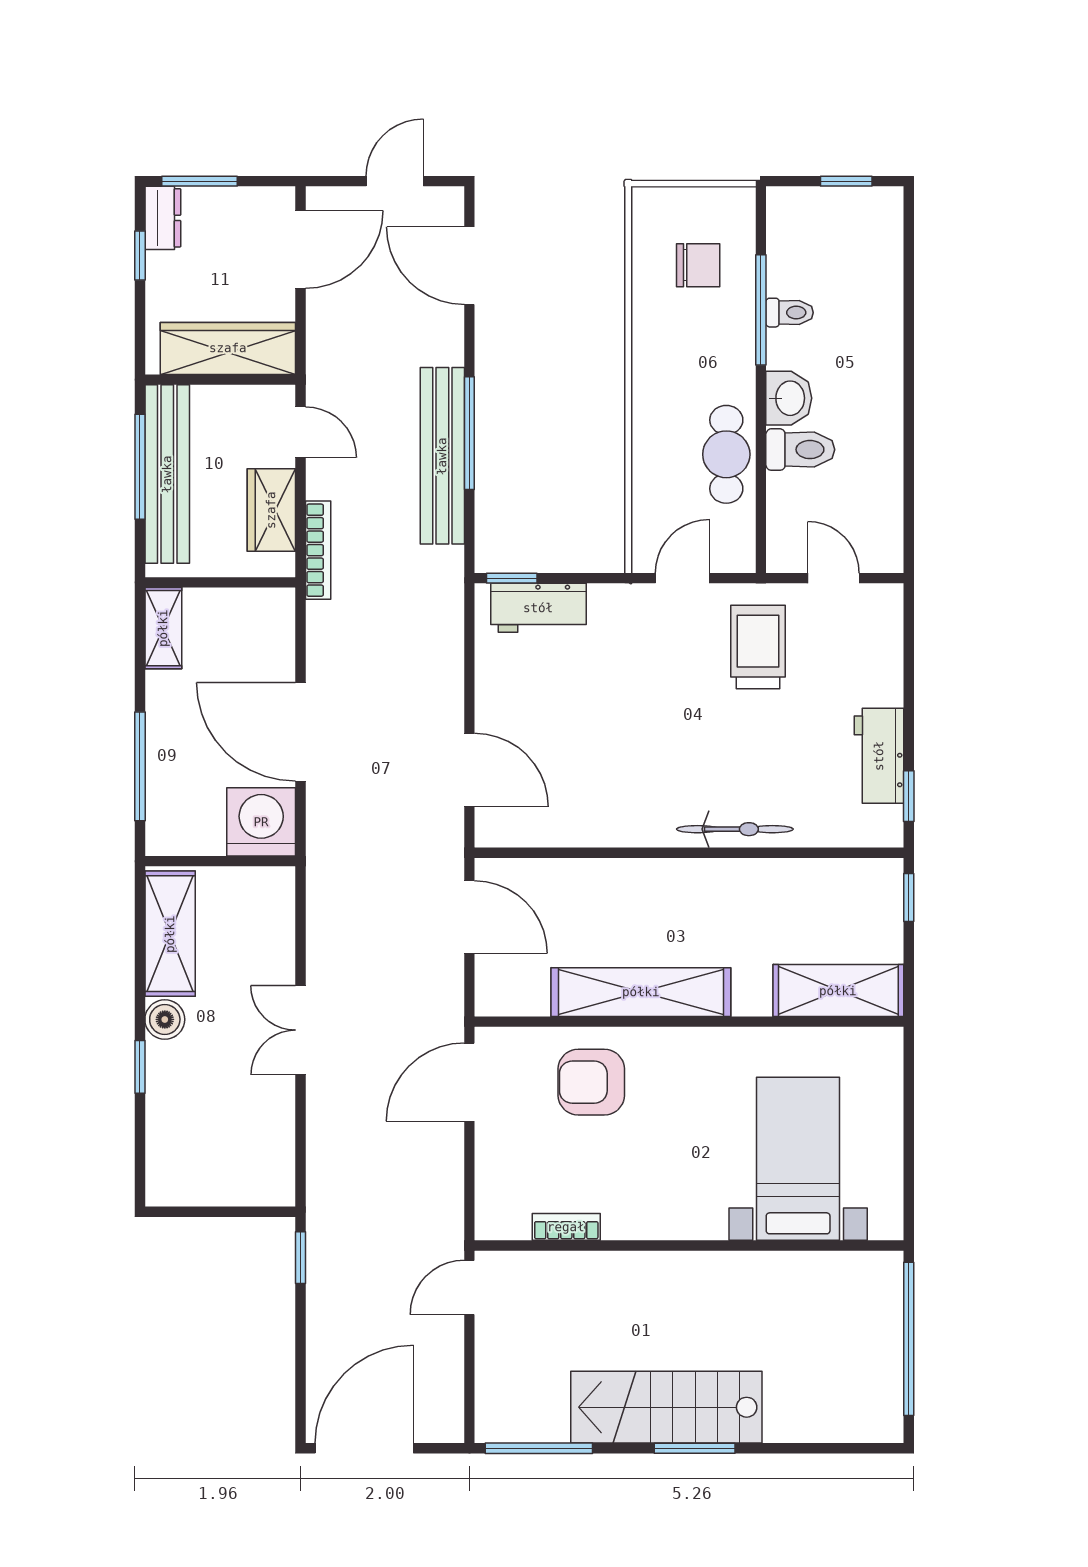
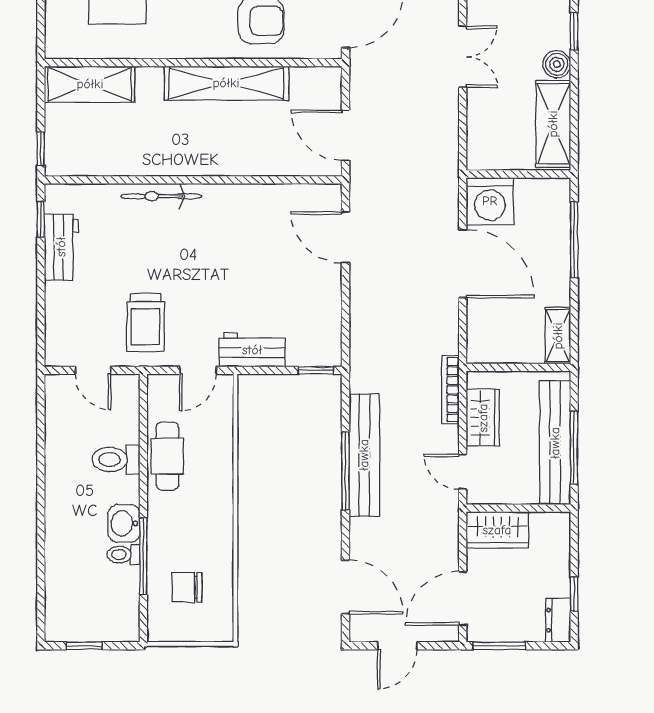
window: (200, 181) -> (499, 646), moved
wardrobe: (228, 348) -> (497, 530), width x0.67
washbasin: (789, 398) -> (124, 523), moved
workbench: (538, 608) -> (252, 350), moved

